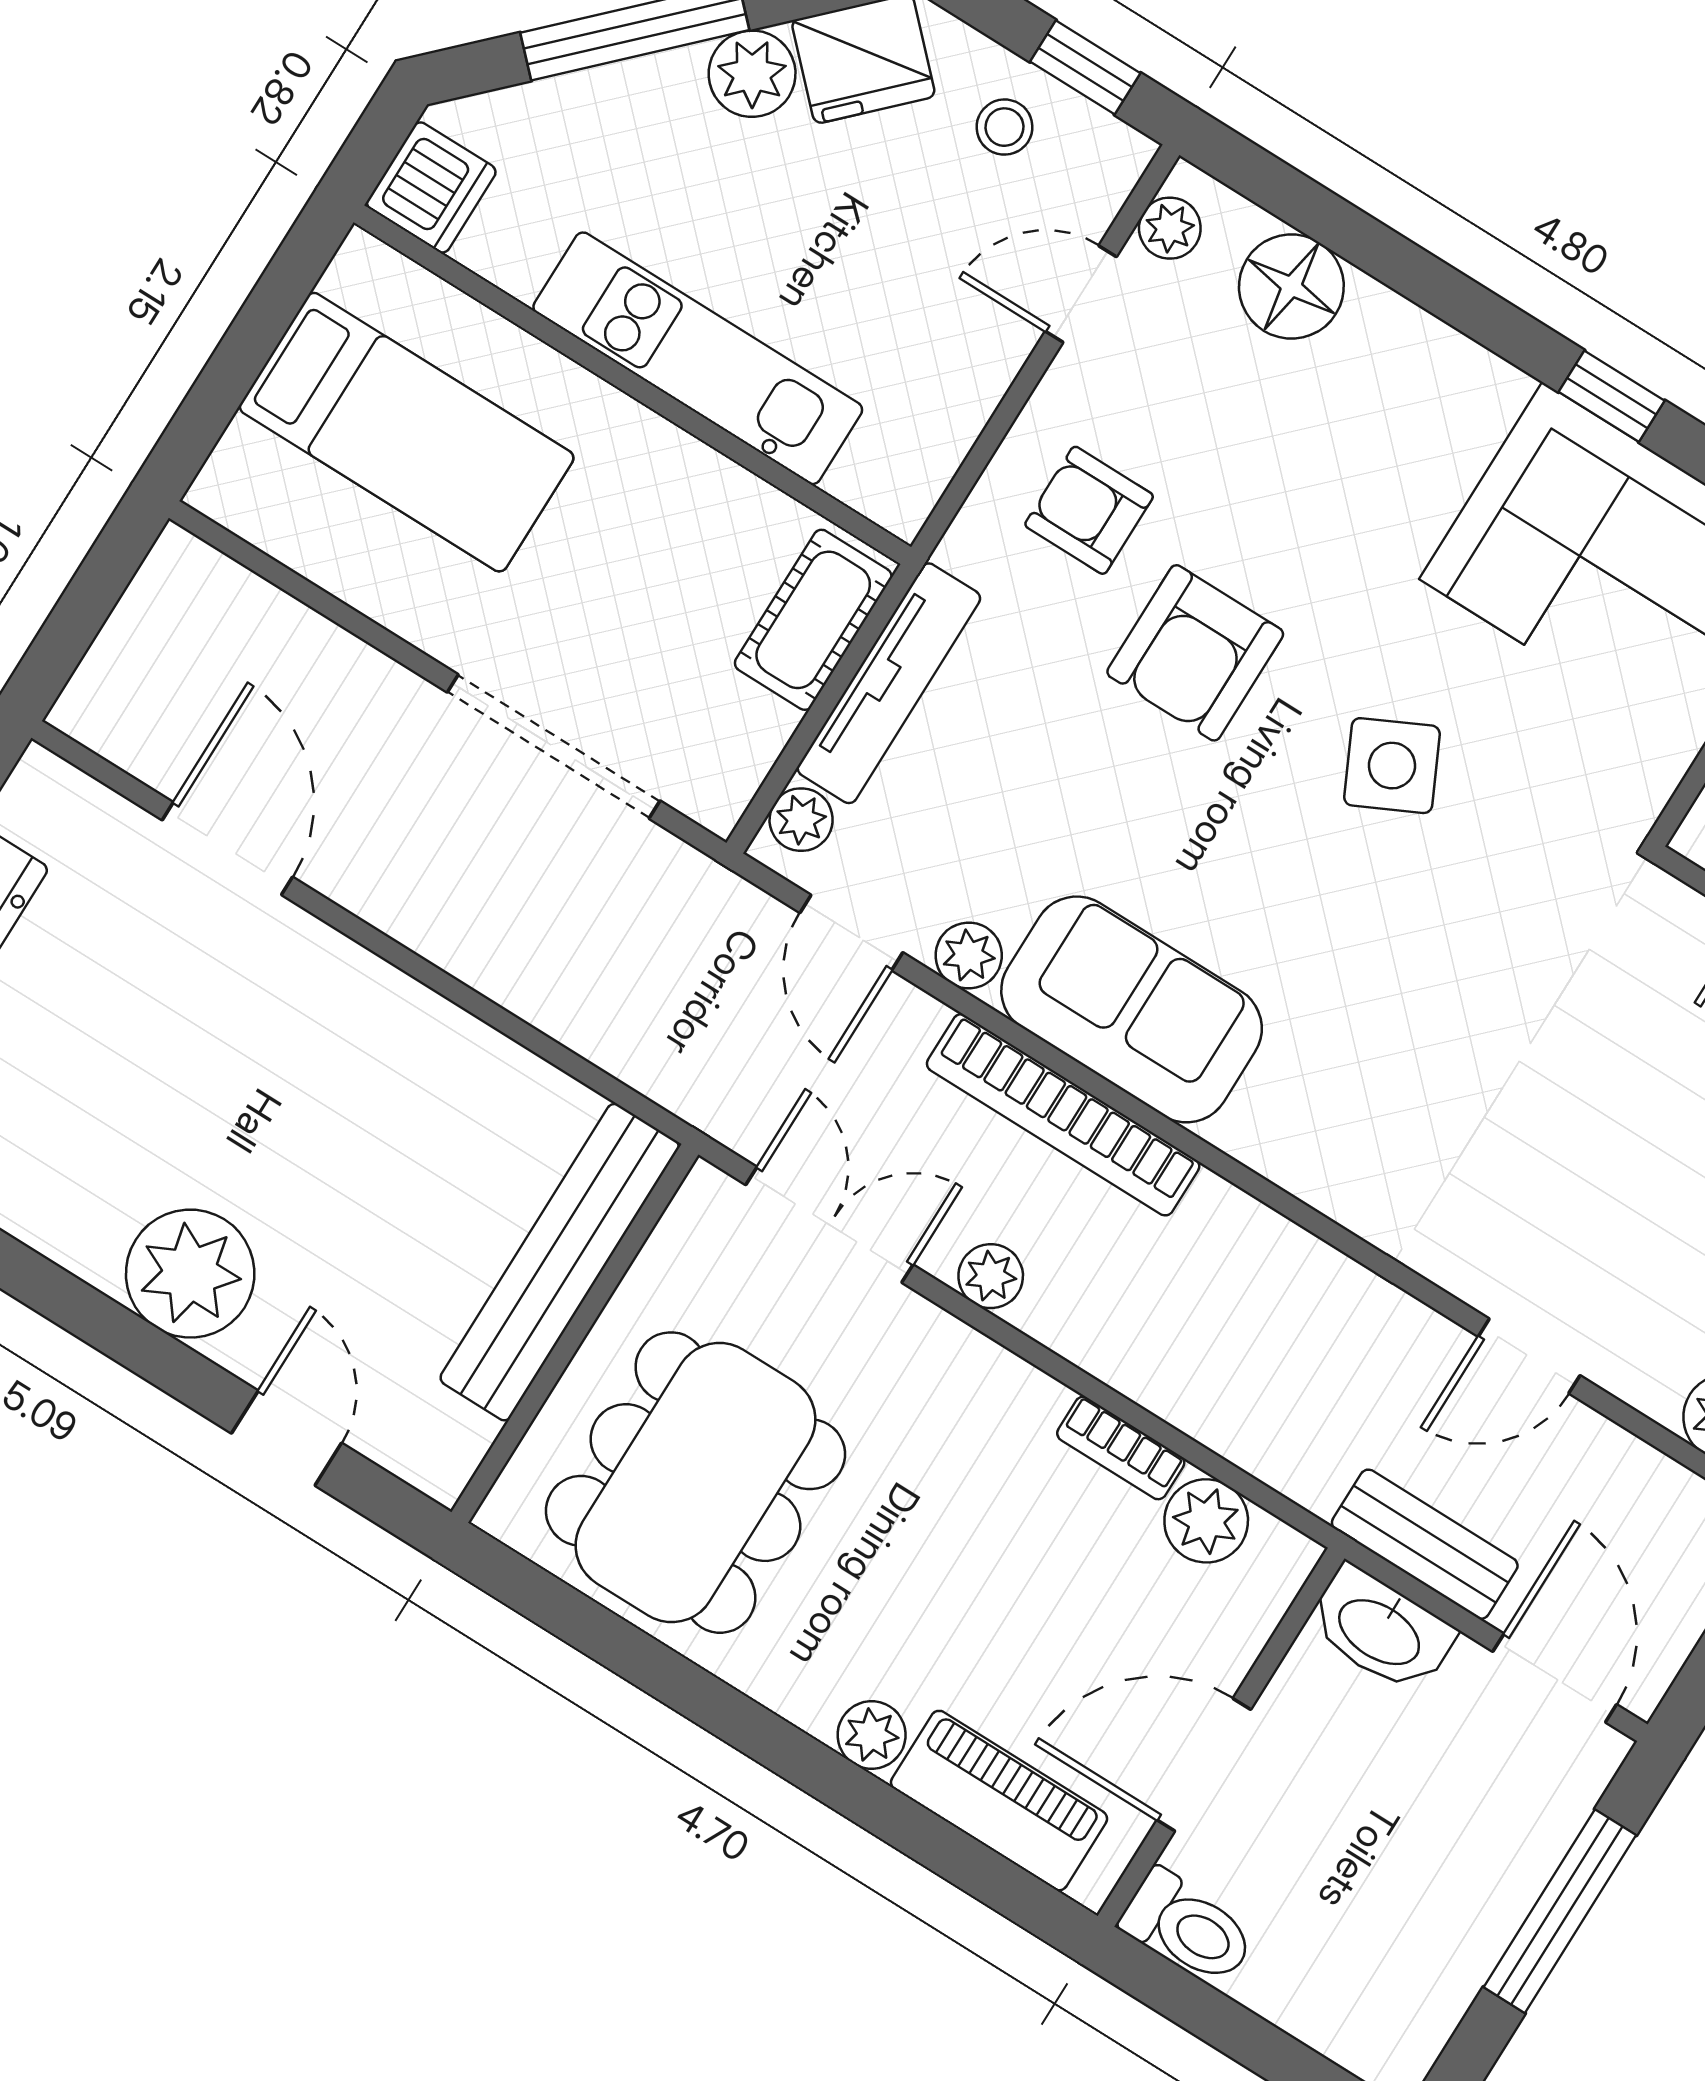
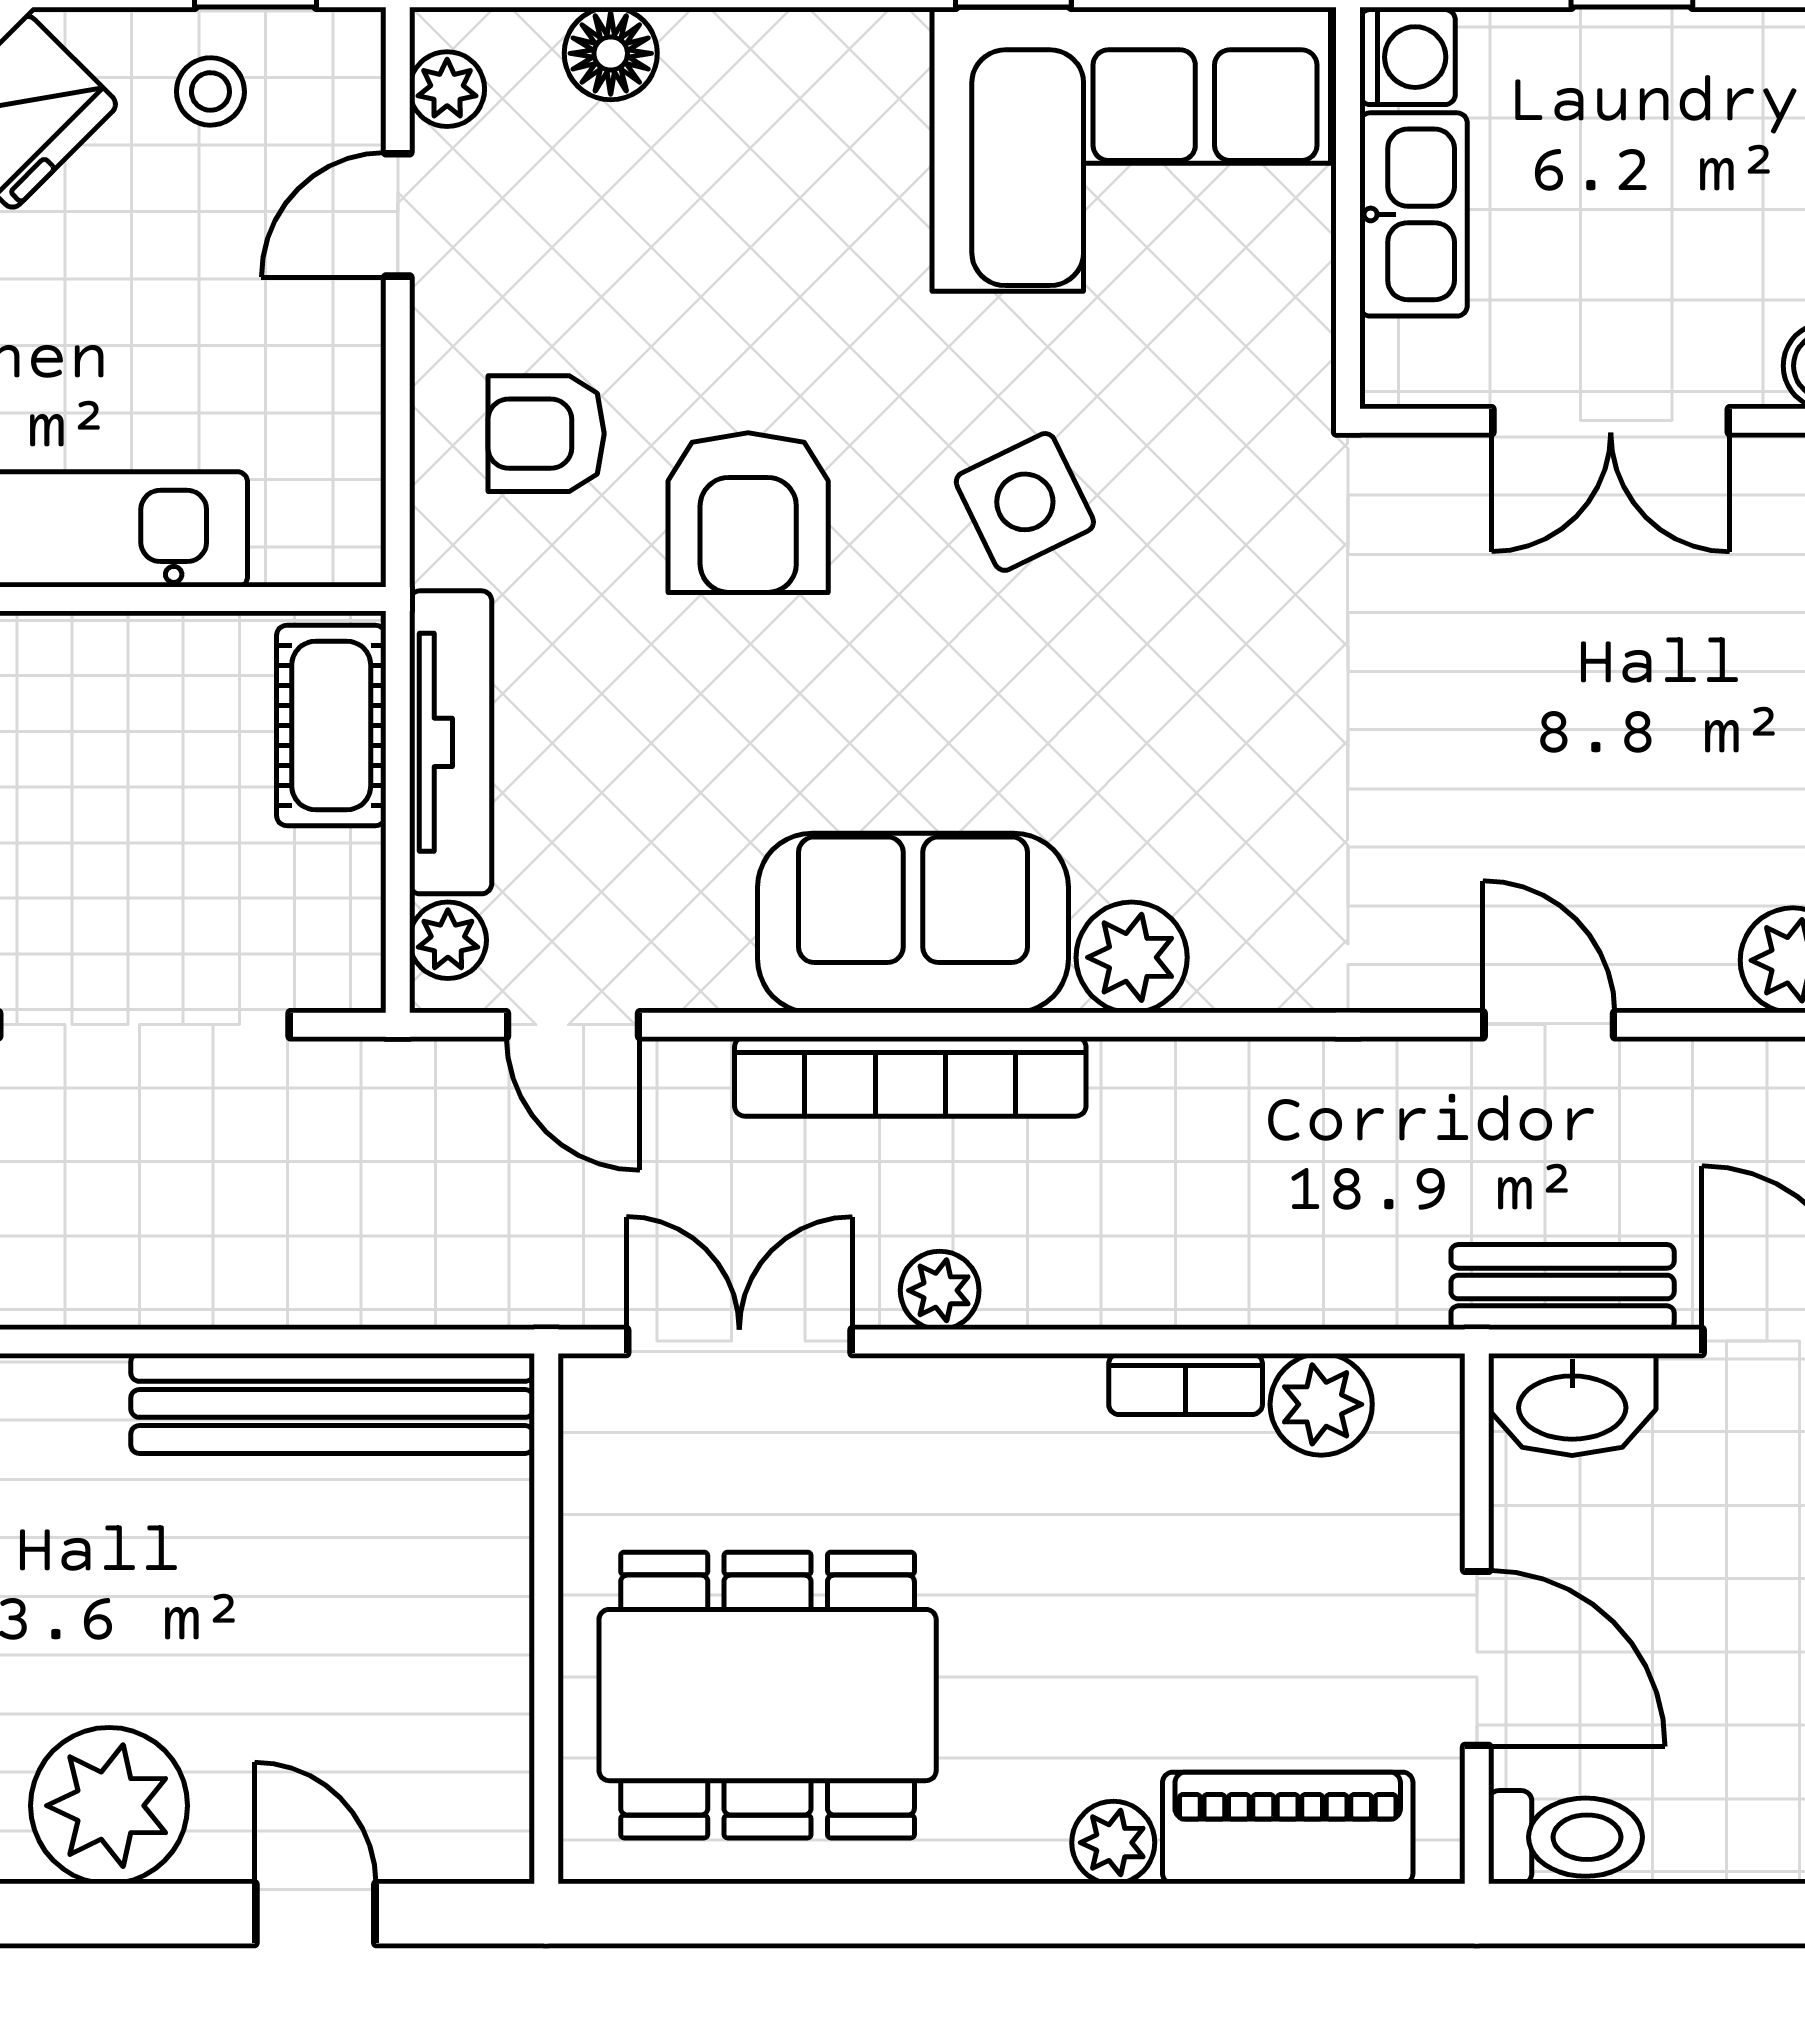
floor lamp: (1291, 286) -> (611, 53), width x0.73, depth x0.73
plant: (969, 955) -> (1132, 957), moved, width x1.38, depth x1.38
bench: (560, 1262) -> (332, 1403), moved, turned 90
door: (1529, 1356) -> (1549, 1025), swing flipped
dining table: (695, 1483) -> (768, 1695), turned 90
door: (1204, 1765) -> (1477, 1658), swing flipped

